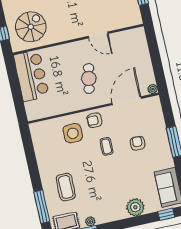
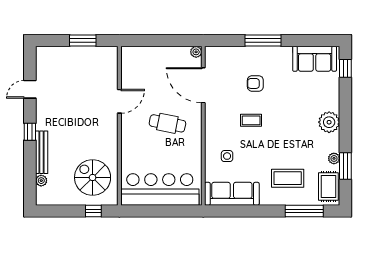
bar counter: (31, 76) -> (160, 189), width x1.36
armchair: (95, 120) -> (217, 127), removed
side table: (73, 133) -> (227, 156), width x0.54, depth x0.54
sofa: (43, 144) -> (232, 194), added
plant: (135, 207) -> (329, 122), moved

